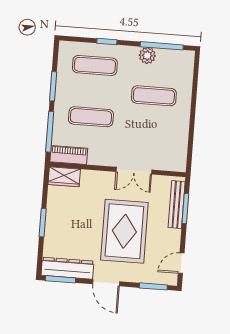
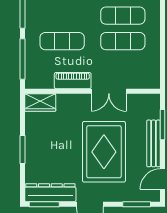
exercise mat: (152, 121) -> (123, 41), added
piano: (69, 155) -> (73, 81), moved
bench: (177, 205) -> (154, 143), moved

